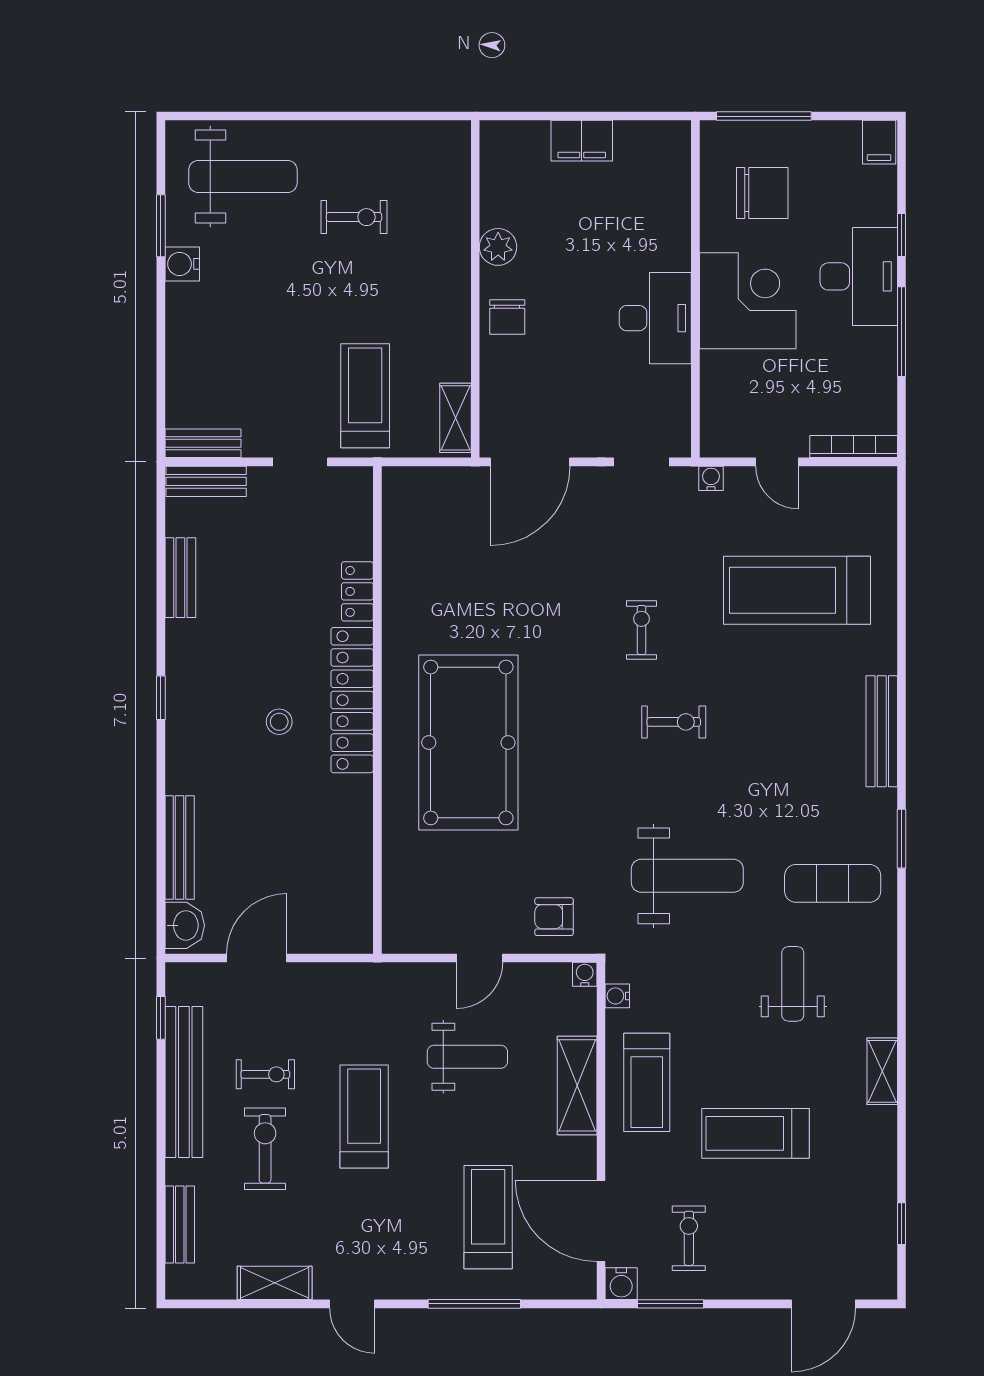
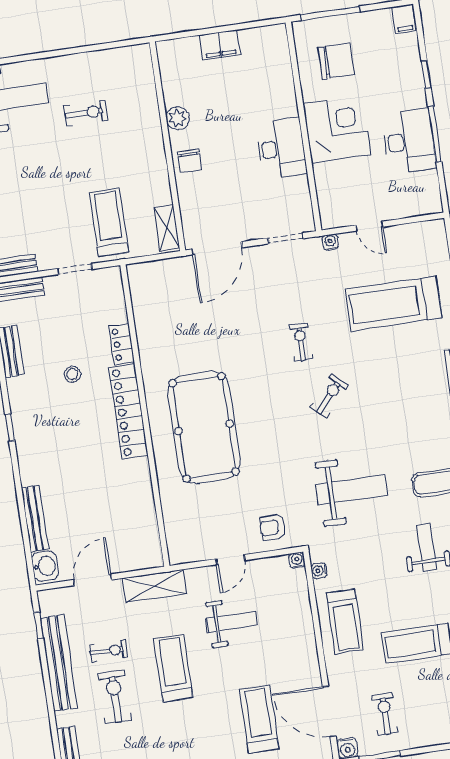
desk: (859, 276) -> (409, 141), moved
bookcase: (854, 447) -> (416, 210), removed
stool: (279, 722) -> (73, 374), moved
exercise bike: (674, 722) -> (329, 396), turned -49
shelving: (577, 1085) -> (155, 586), moved, turned 90

